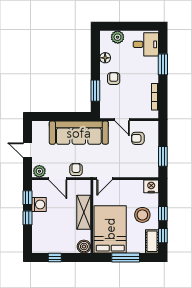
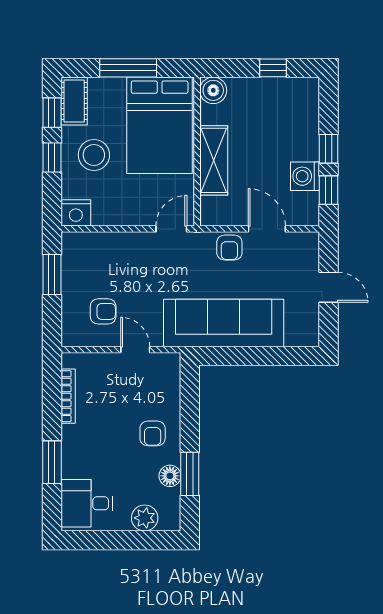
window: (95, 91) -> (190, 474), moved
plant: (39, 171) -> (304, 244), removed

